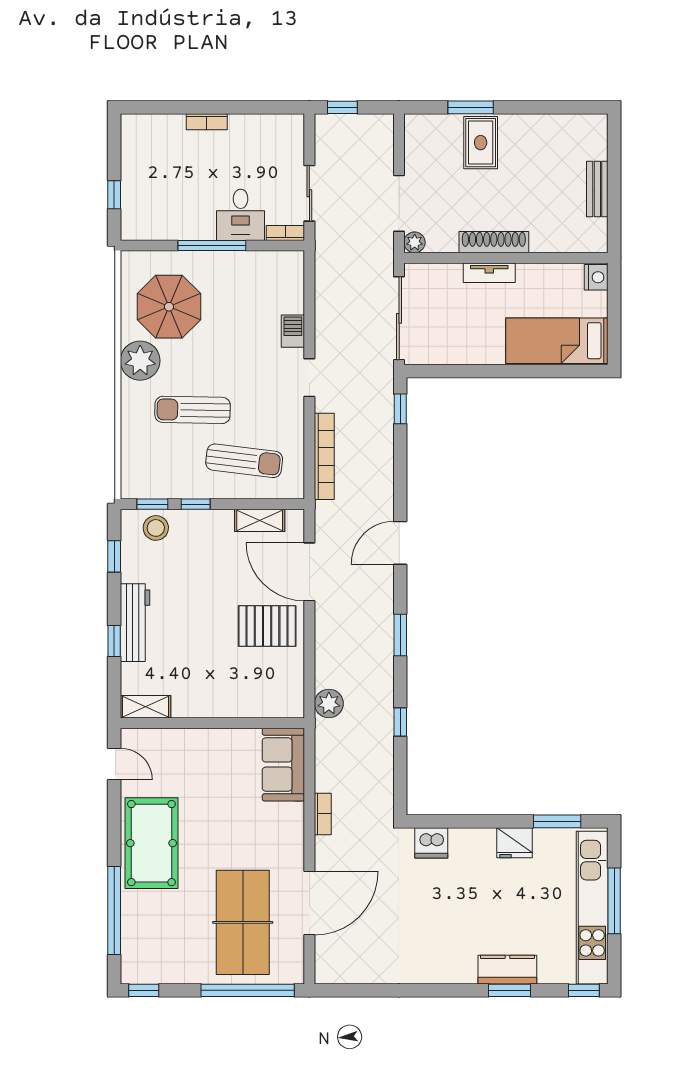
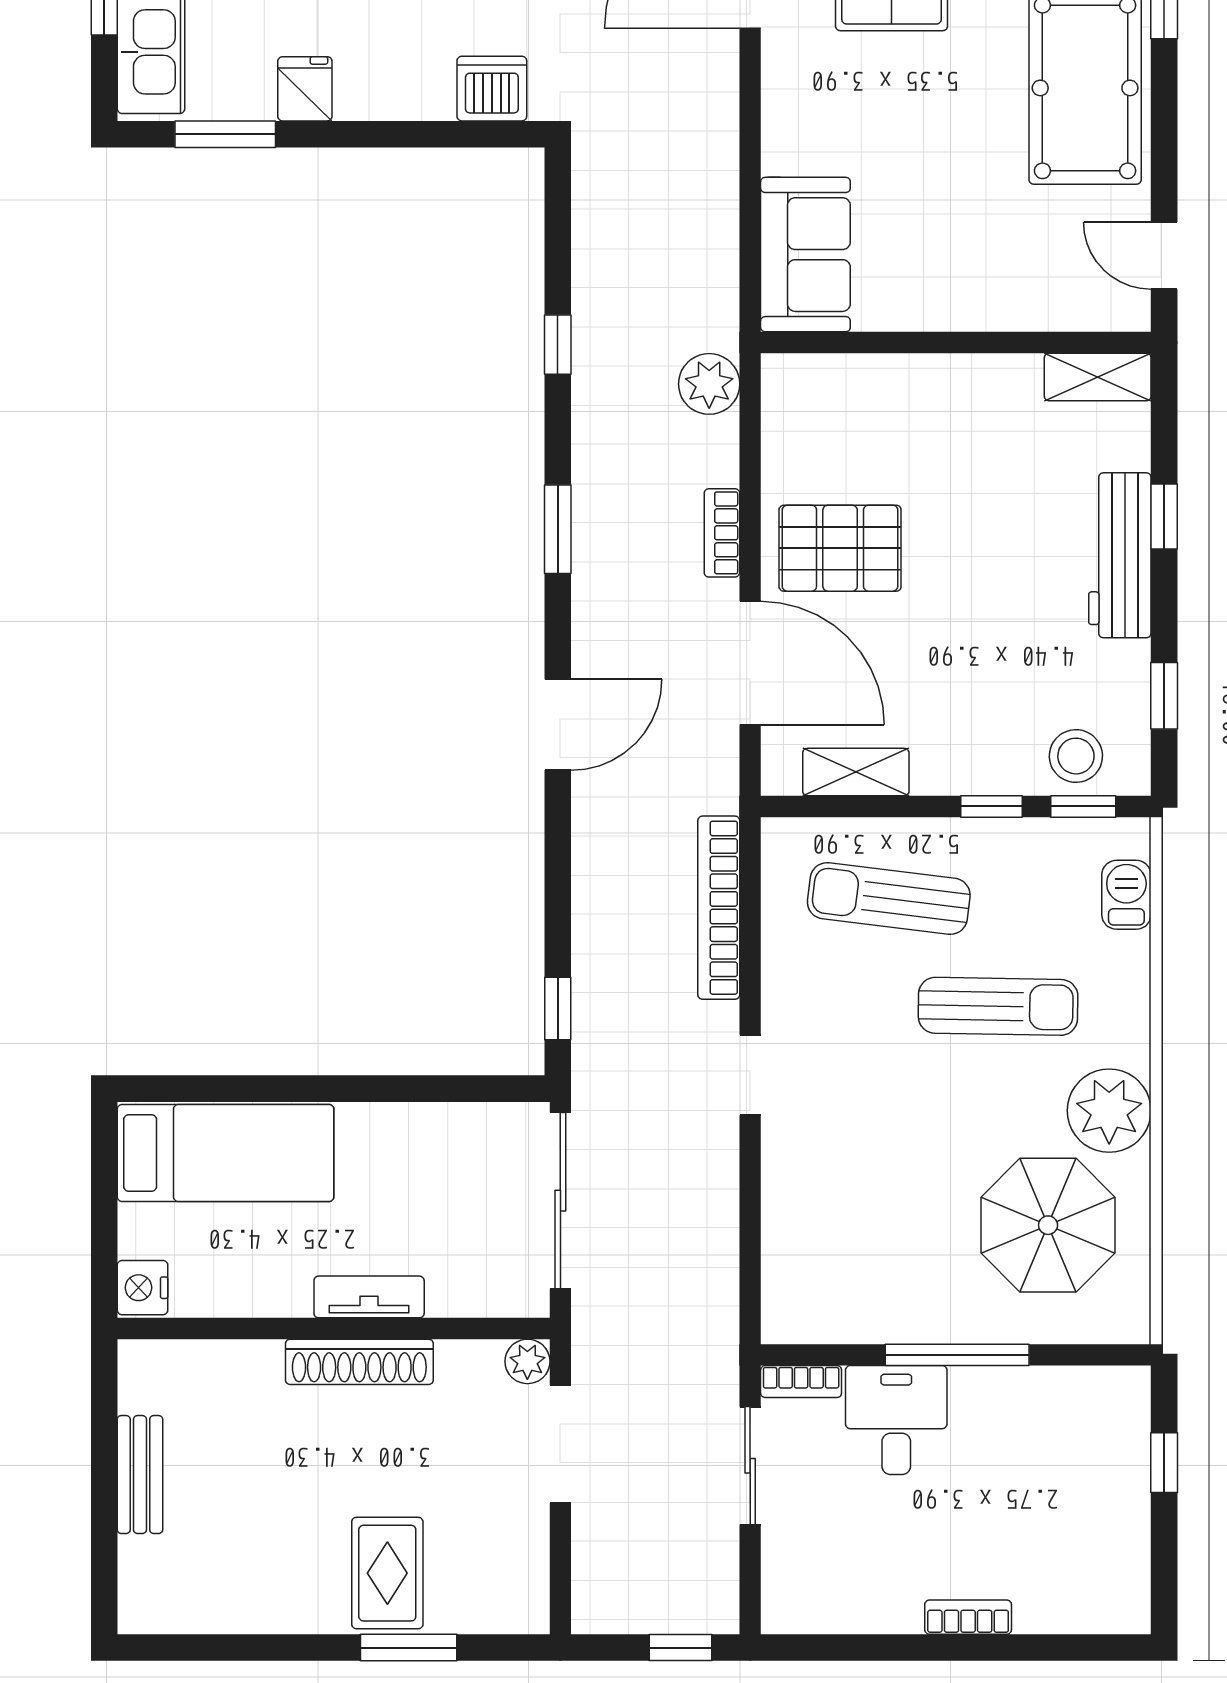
barbecue: (293, 331) -> (1126, 895), moved, turned 180
bookcase: (323, 814) -> (722, 533), moved
fridge: (515, 843) -> (305, 89), width x0.72

